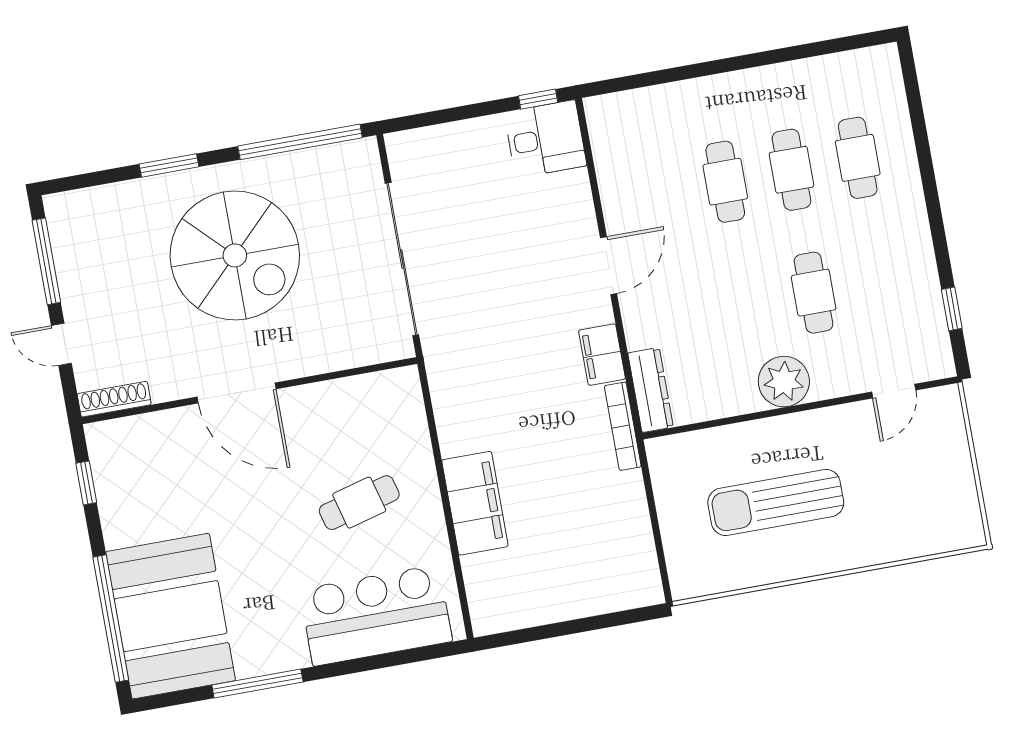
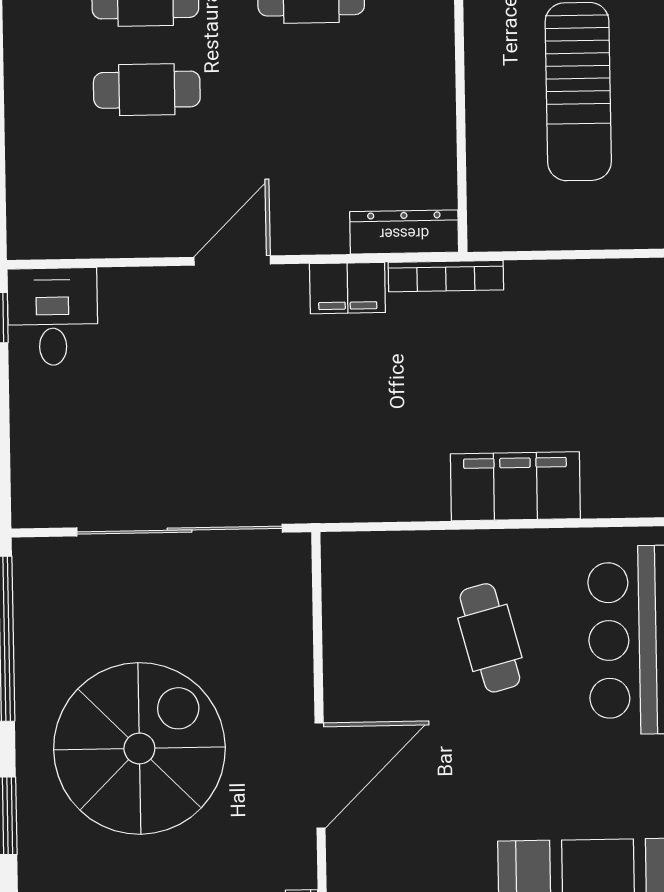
door: (609, 266) -> (232, 261), hinge flipped
plant: (784, 382) -> (421, 55), removed

